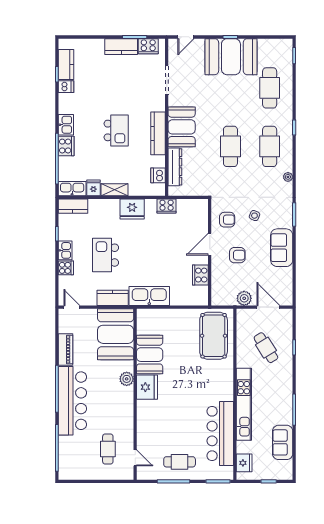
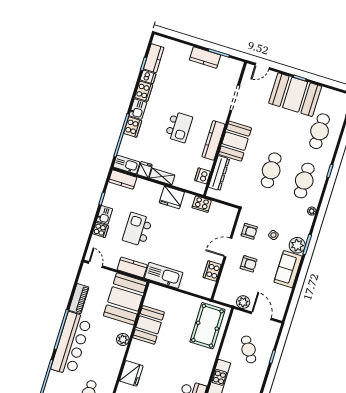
cooker: (148, 46) -> (144, 91), moved, turned -90
plant: (284, 219) -> (297, 245), added
fridge: (147, 387) -> (131, 373), moved

